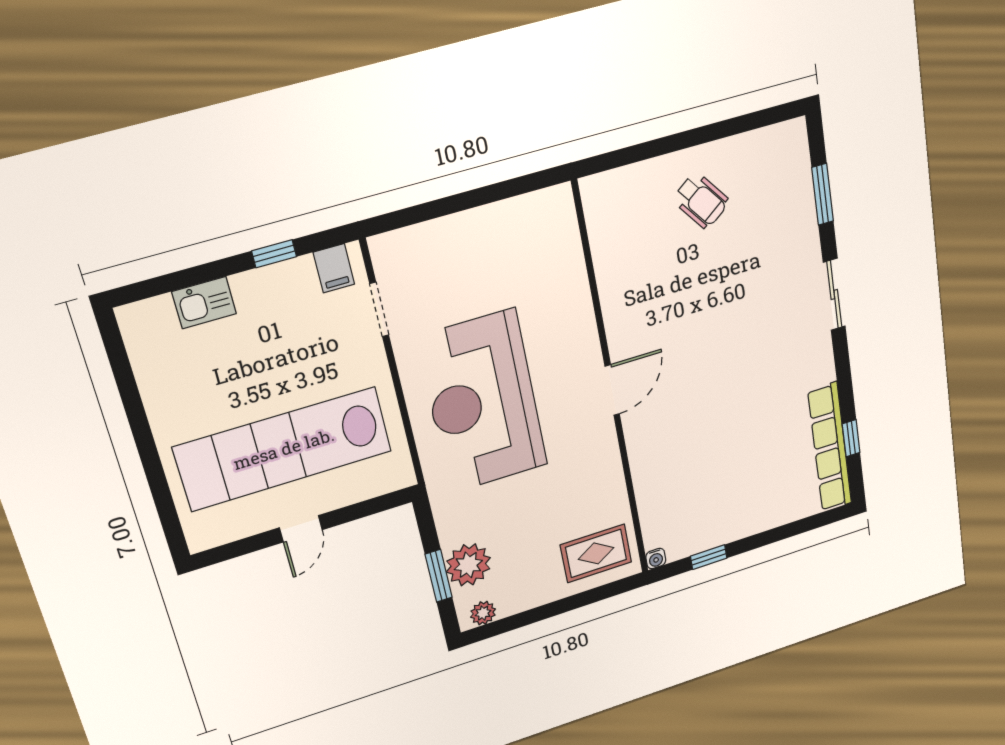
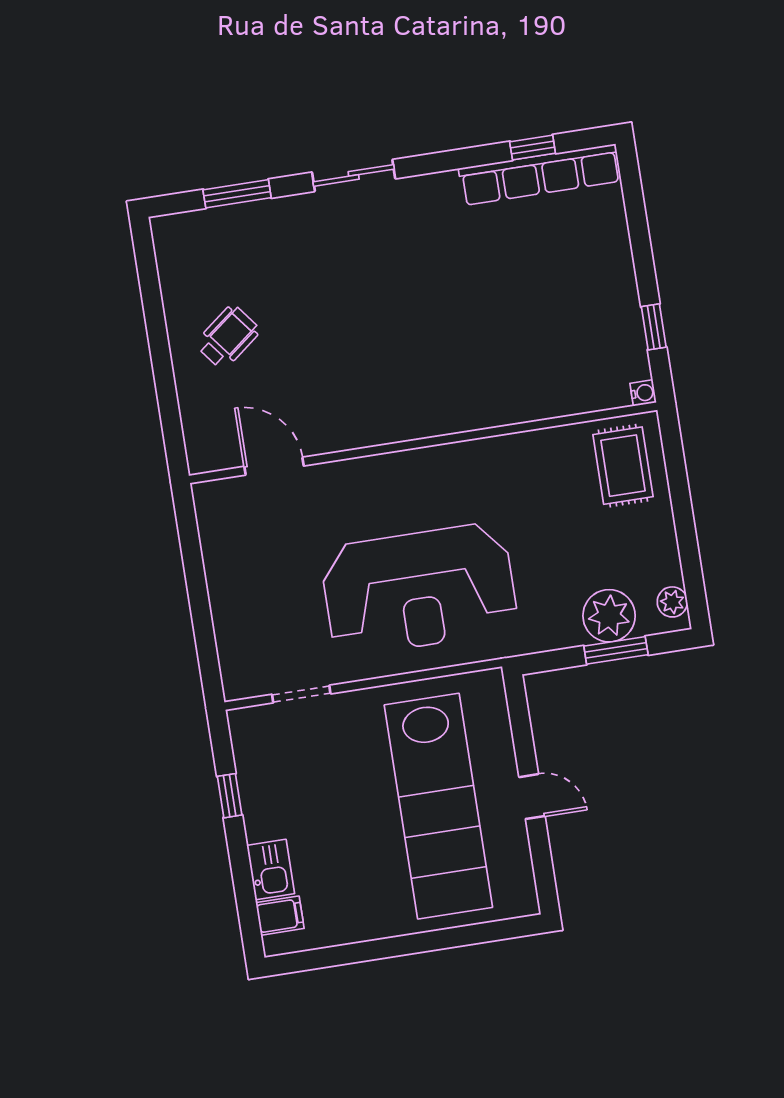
filing cabinet: (334, 268) -> (280, 916), moved
door: (612, 390) -> (274, 466), moved

